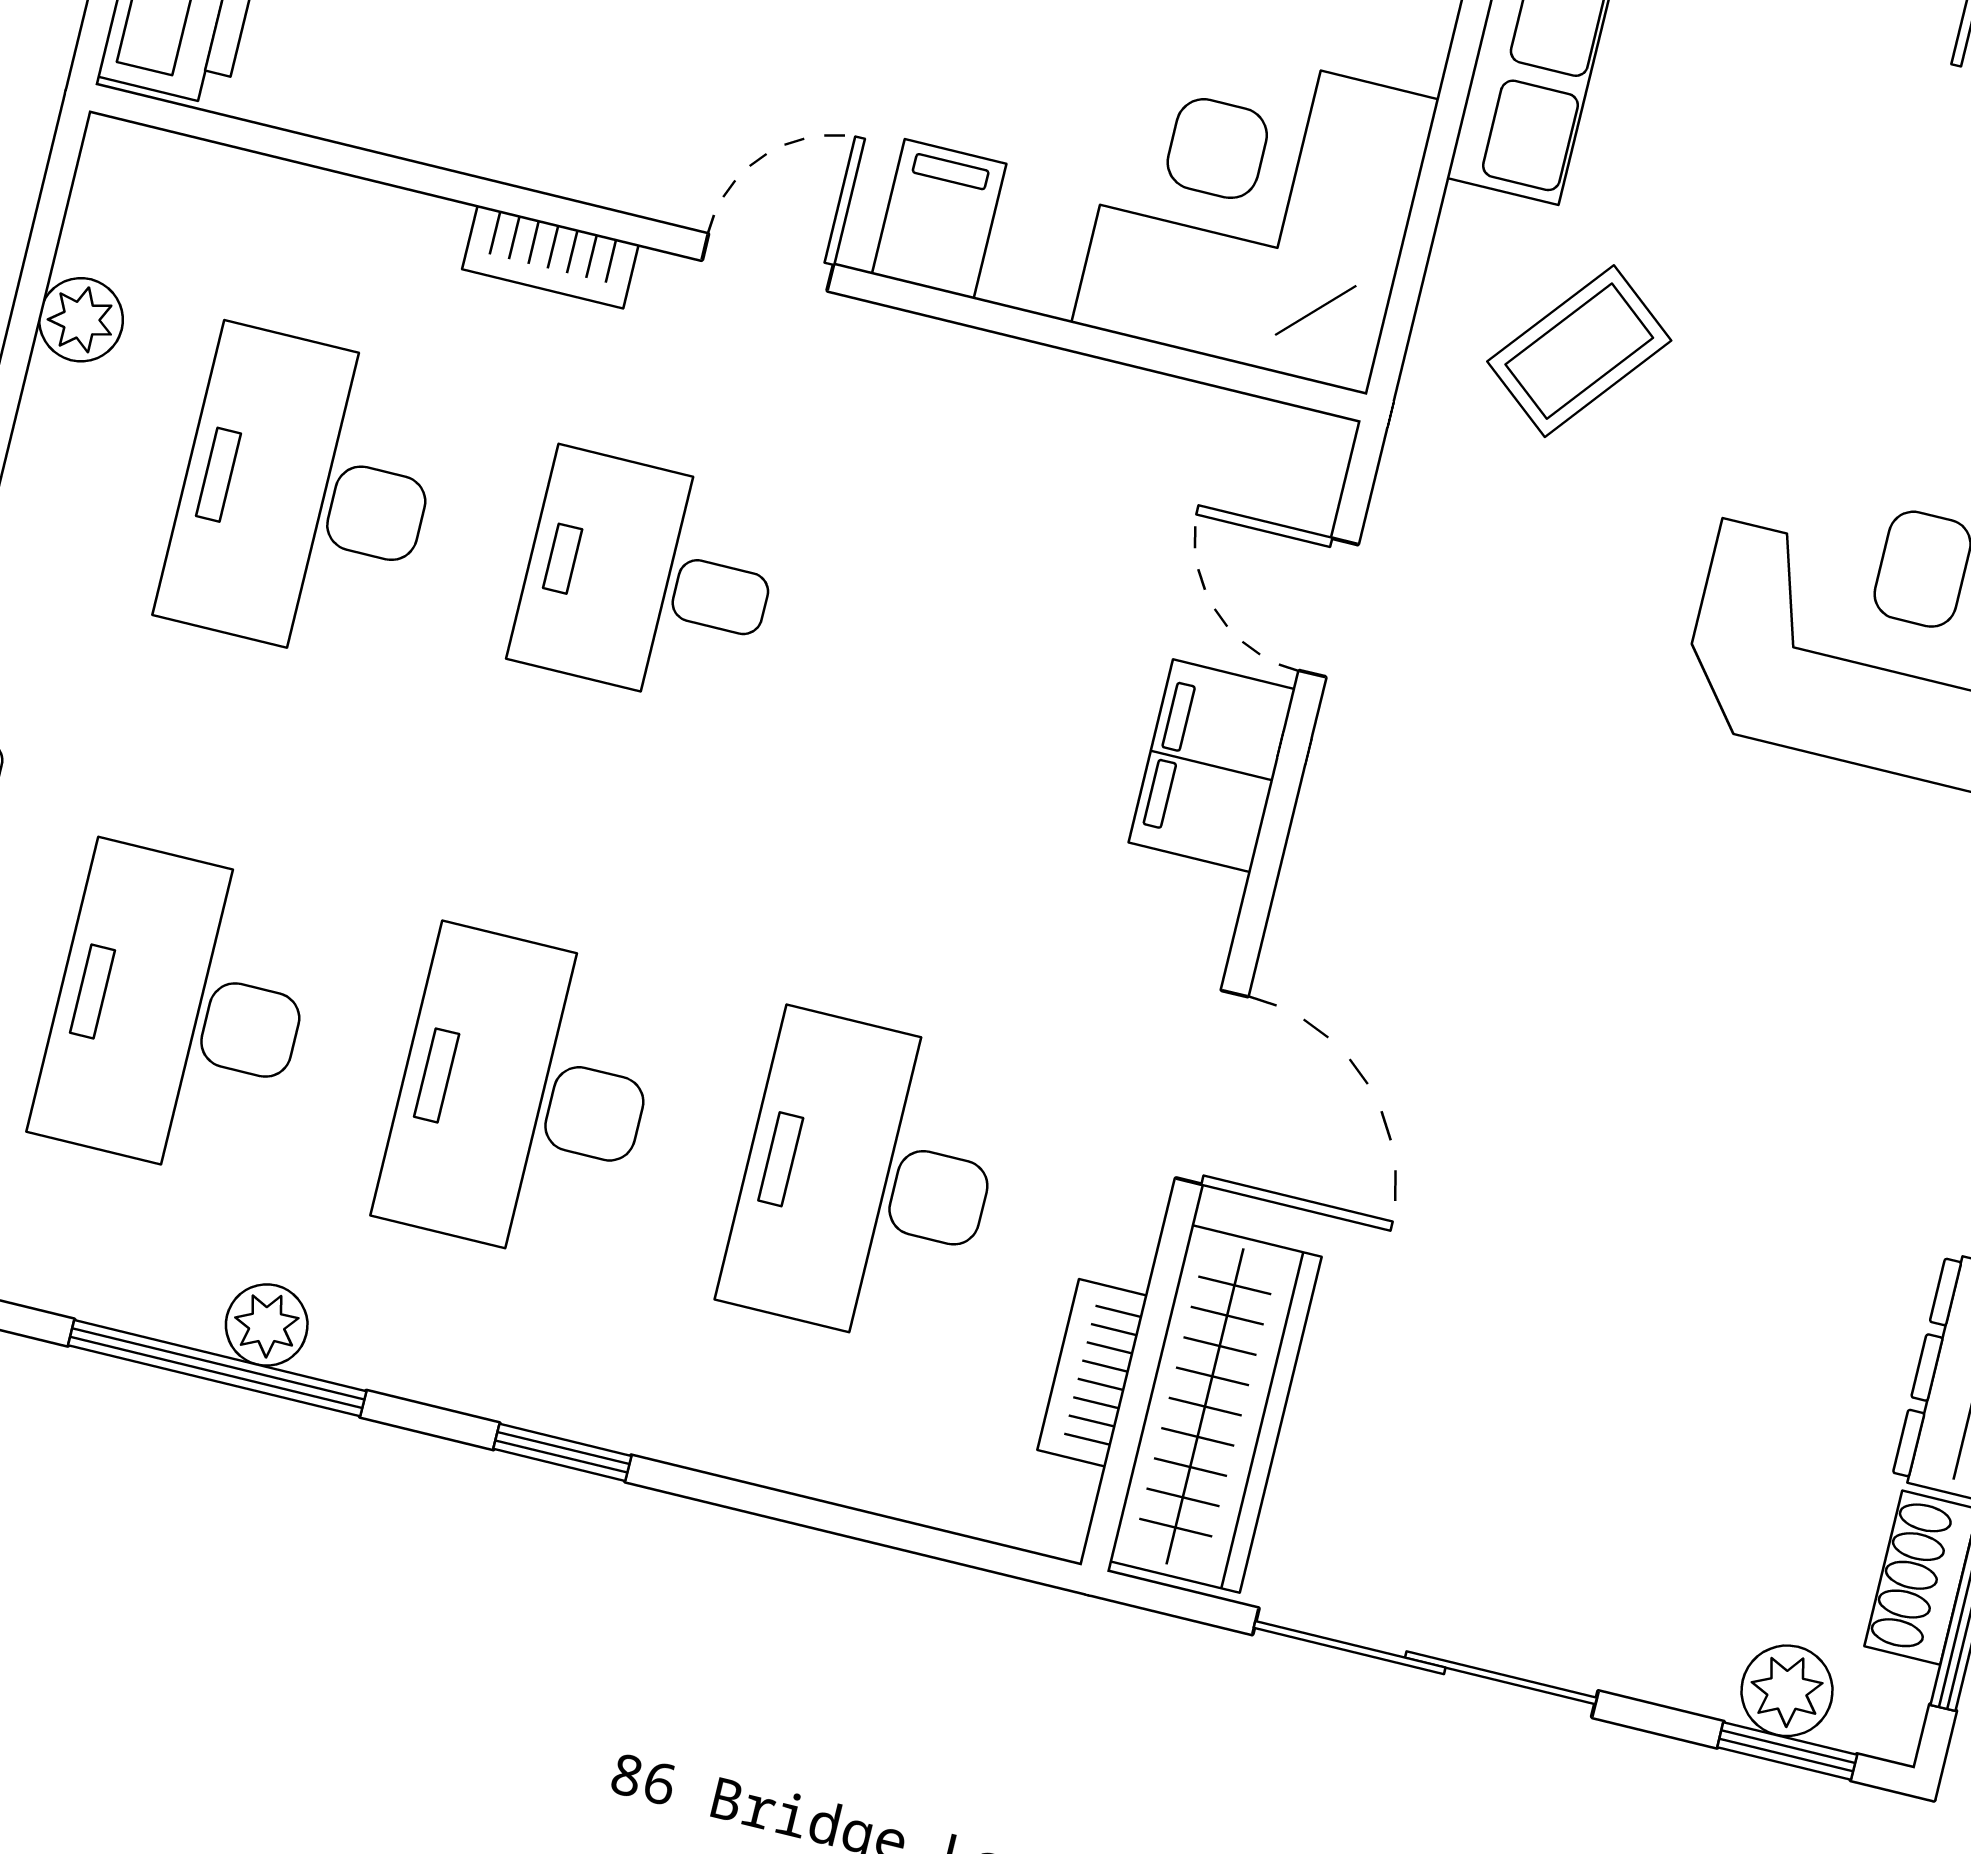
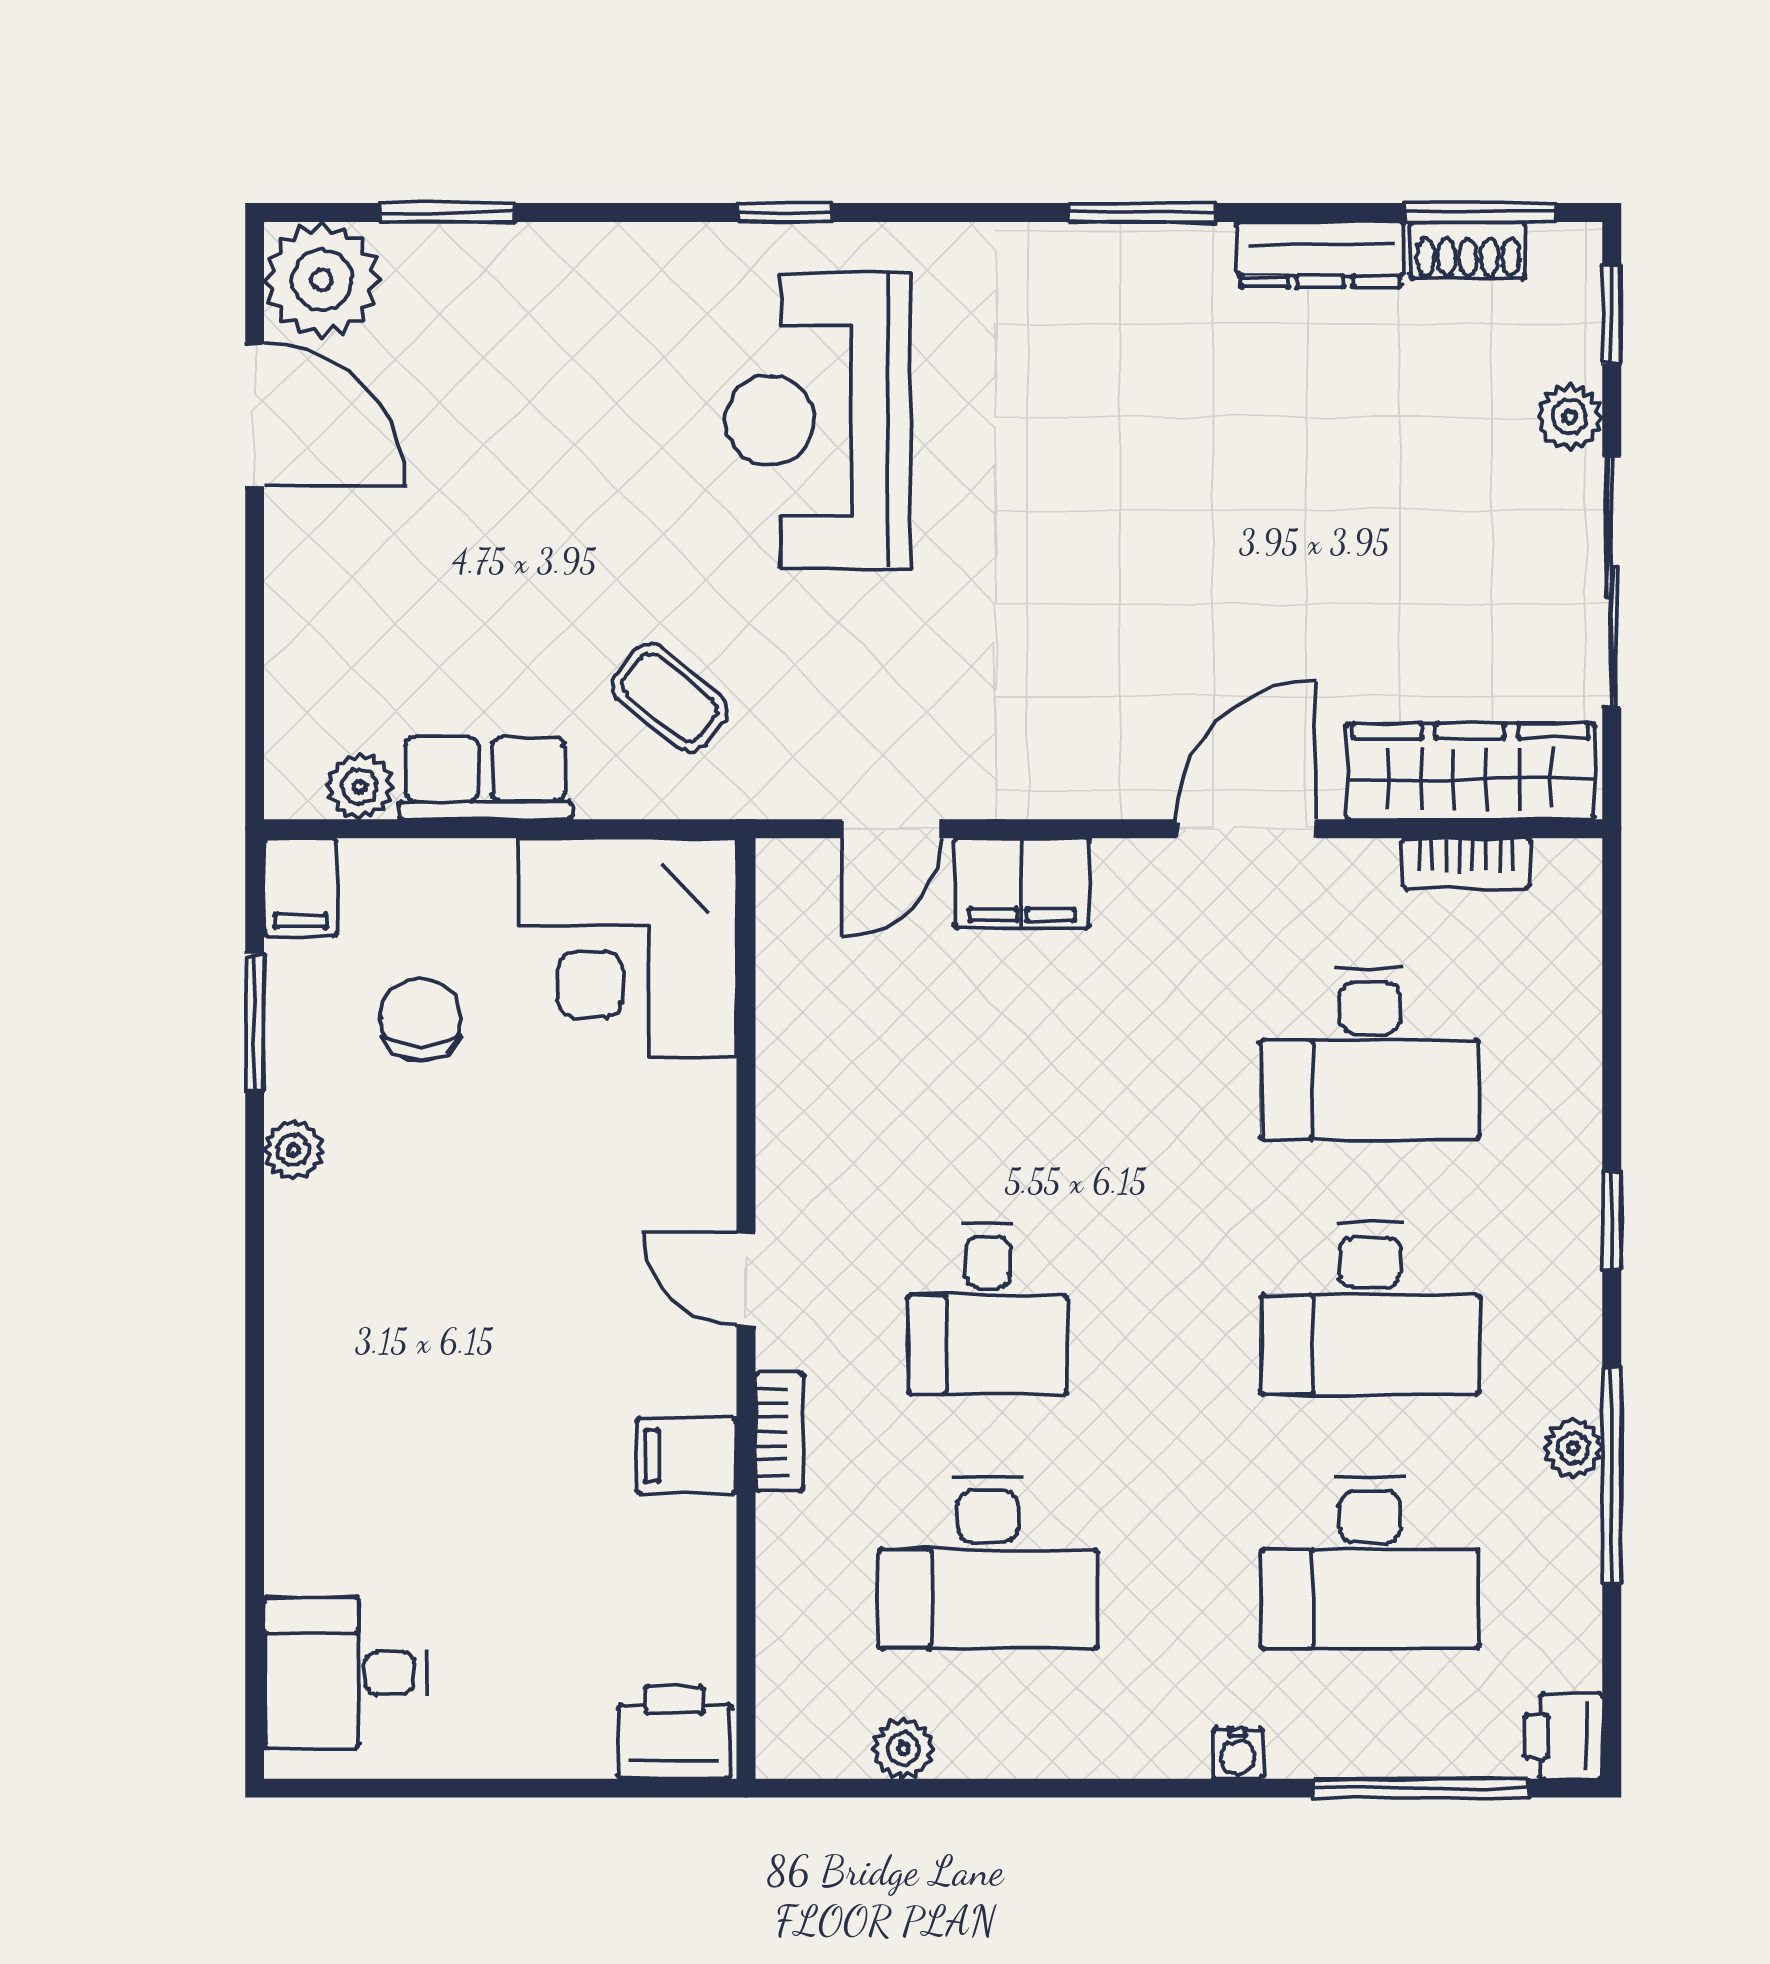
filing cabinet: (939, 219) -> (687, 1456), moved
plant: (1787, 1691) -> (1570, 417), moved

